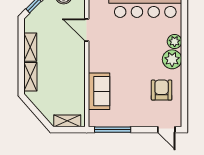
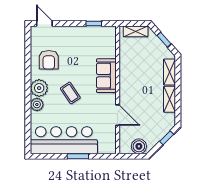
coffee table: (138, 54) -> (70, 93), added
sofa: (99, 91) -> (106, 76), moved
window: (36, 112) -> (164, 40), added
window: (113, 130) -> (94, 23), width x0.46

